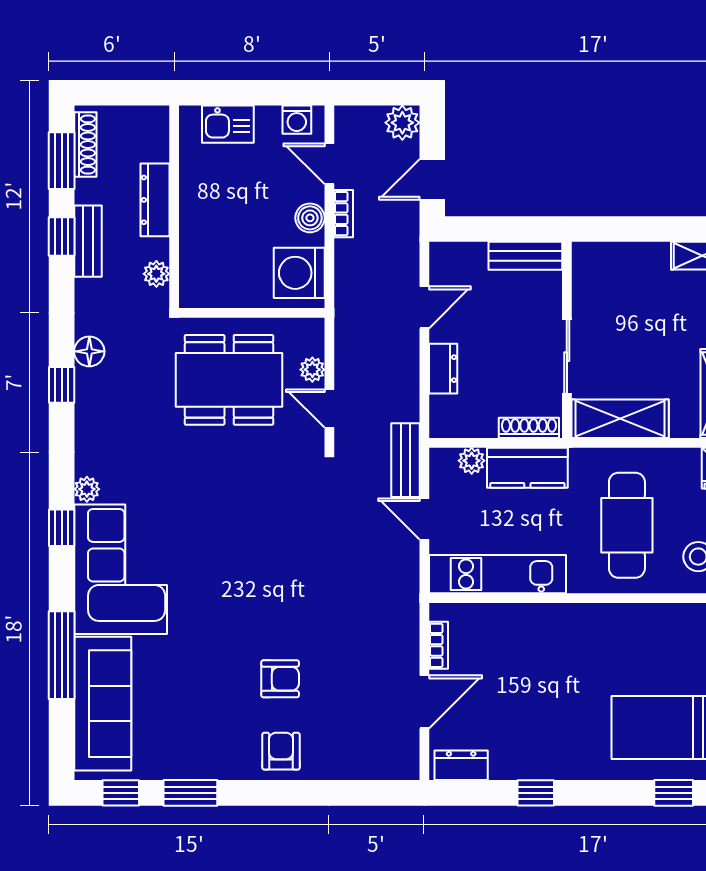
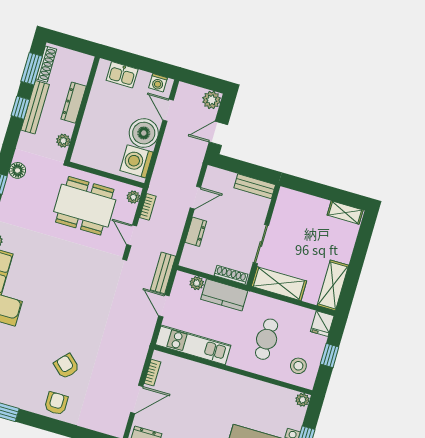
bookcase: (343, 214) -> (148, 207), moved
boiler: (310, 218) -> (144, 133), width x1.86, depth x1.86
bench: (88, 241) -> (35, 107), width x1.36
plant: (312, 370) -> (133, 197), moved
cafe table: (627, 525) -> (267, 339), width x0.73, depth x0.74
armchair: (280, 679) -> (66, 366), turned -138

